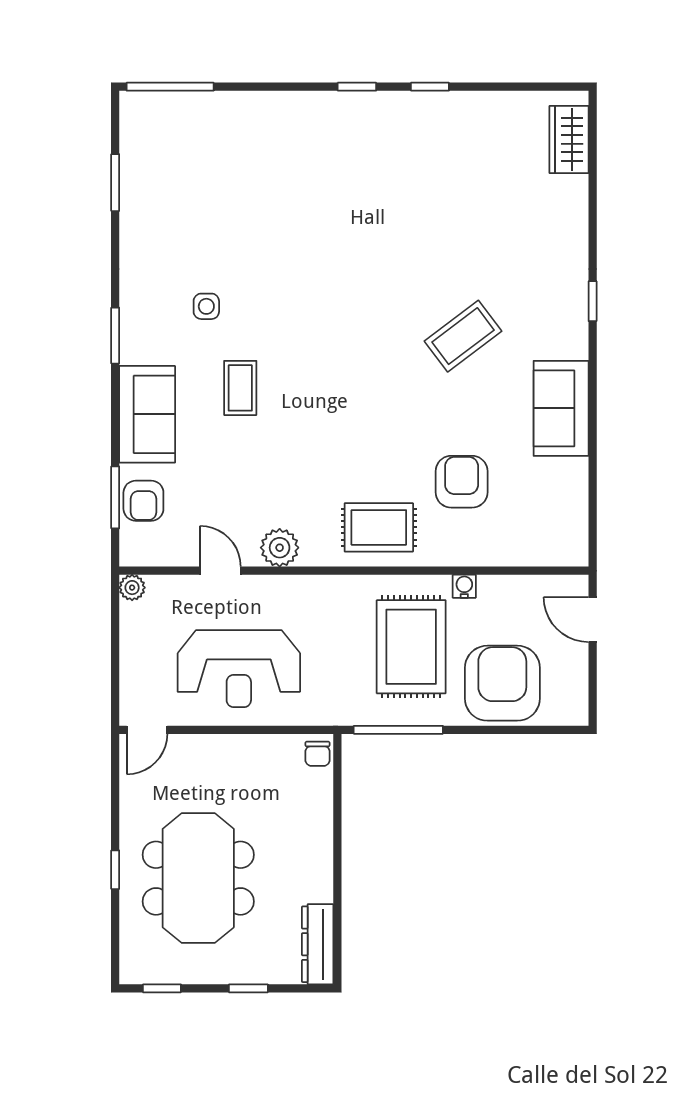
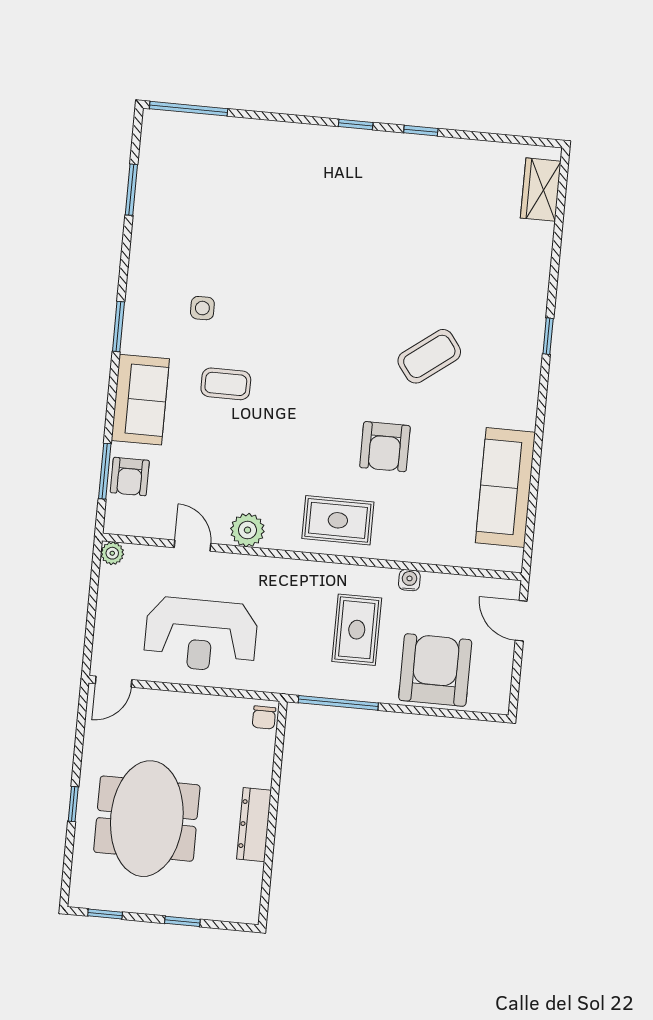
coffee table: (240, 388) -> (226, 384), turned 90
sofa: (561, 408) -> (505, 487), moved, width x1.36
armchair: (462, 482) -> (385, 447), moved, turned 180
rug: (411, 647) -> (357, 630), width x0.73, depth x0.70
dresser: (318, 944) -> (254, 825), moved

